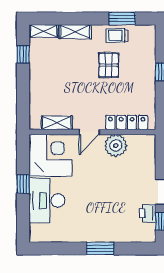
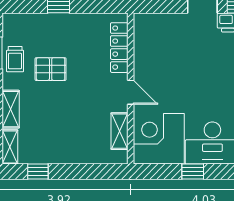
plant: (116, 146) -> (147, 61), removed

